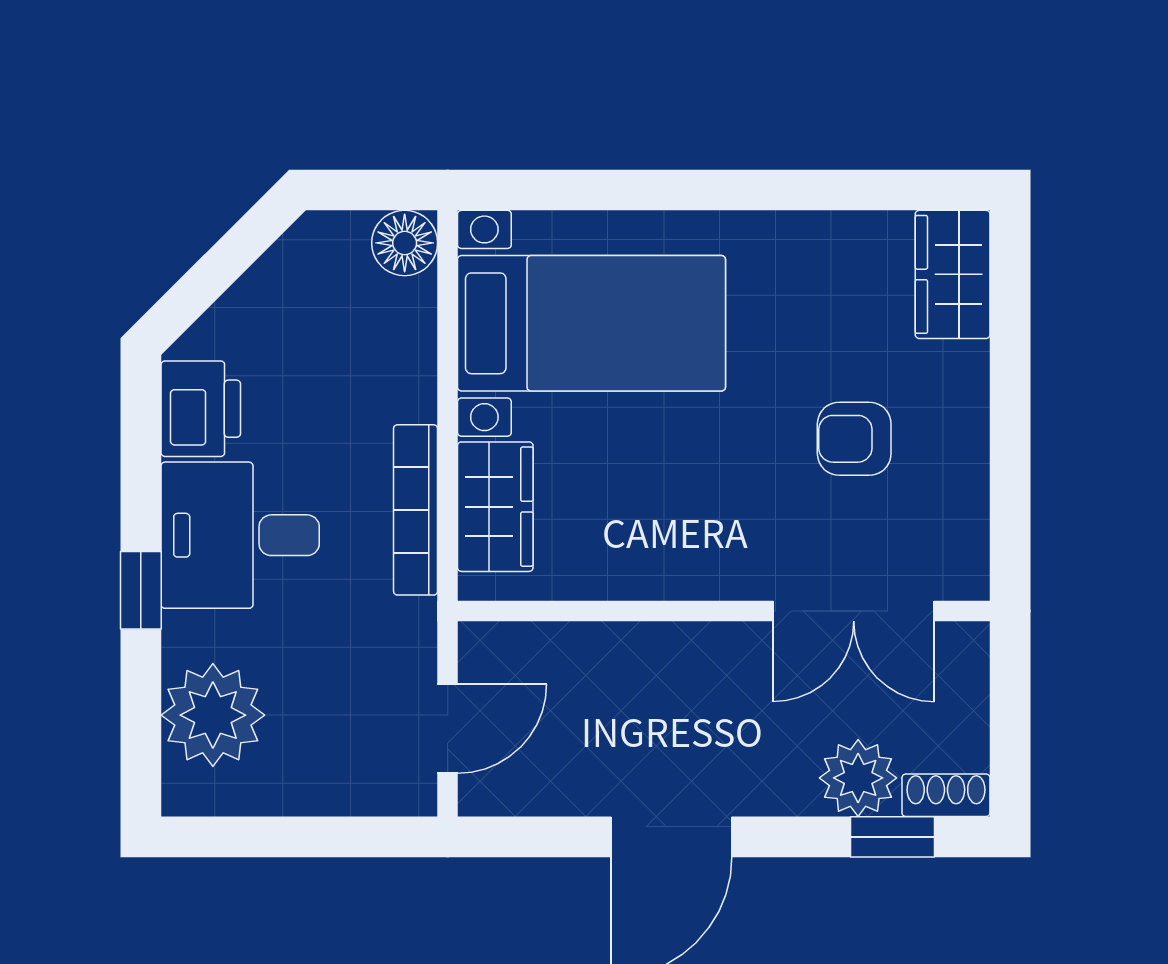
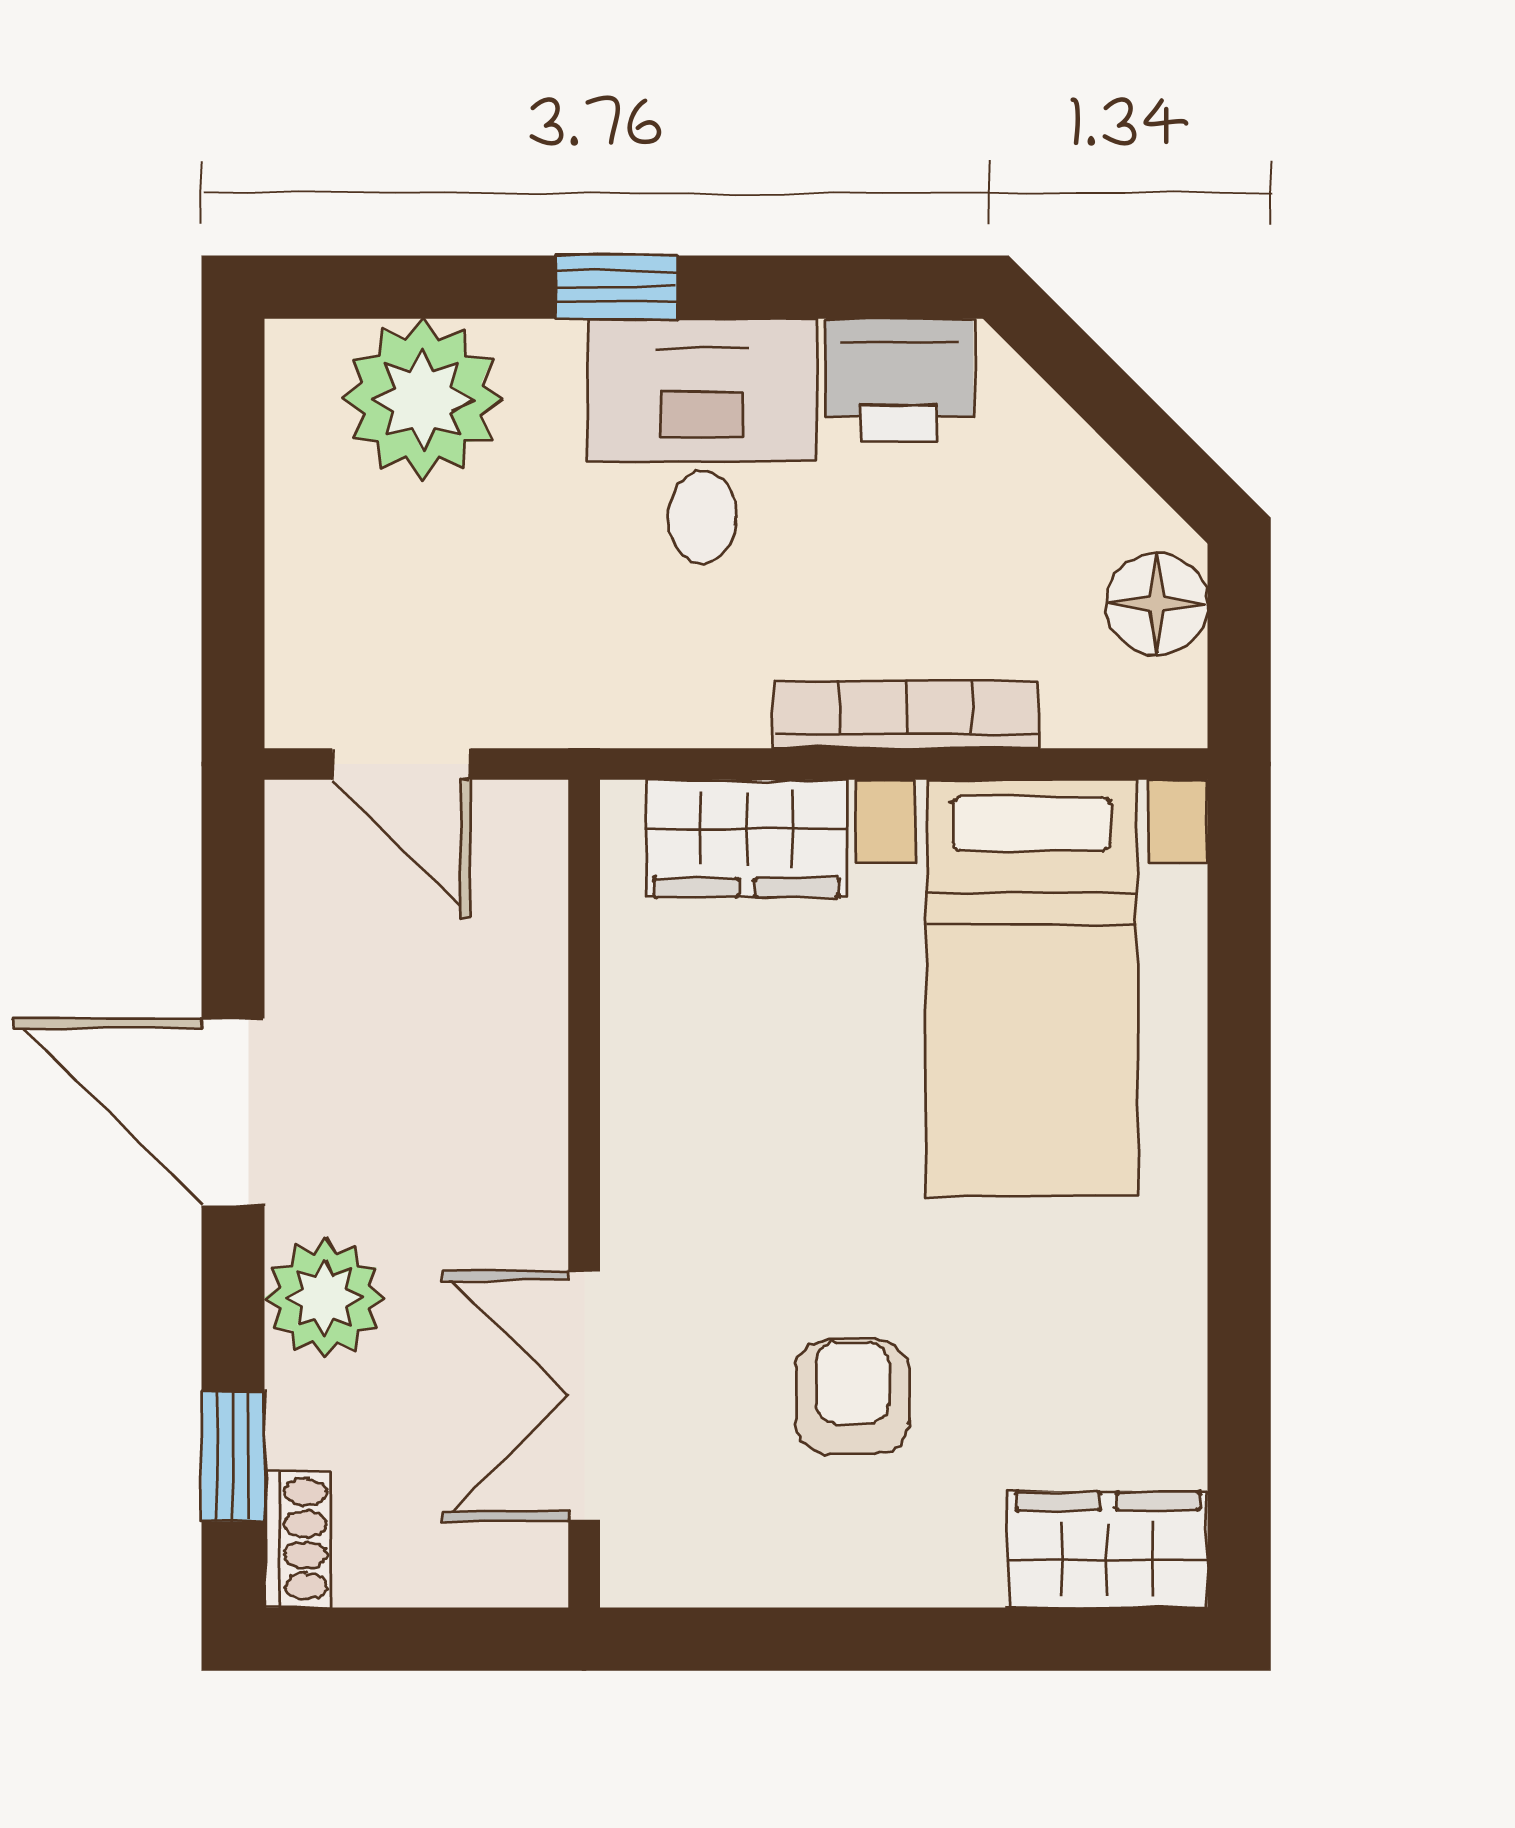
floor lamp: (405, 243) -> (1157, 604), moved
bookcase: (416, 510) -> (906, 714), moved
plant: (858, 778) -> (325, 1298), moved

